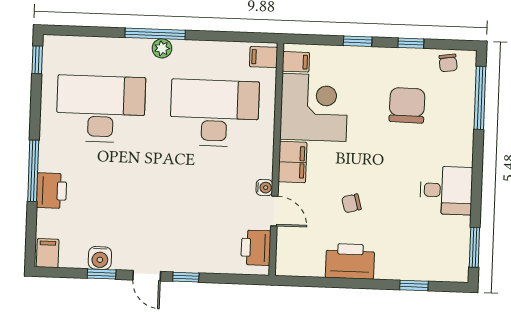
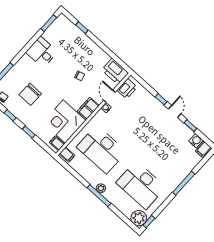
plant: (59, 51) -> (139, 218), added
printer: (52, 191) -> (183, 170), removed
water cooler: (100, 258) -> (196, 141), moved
printer: (350, 261) -> (115, 71), moved

